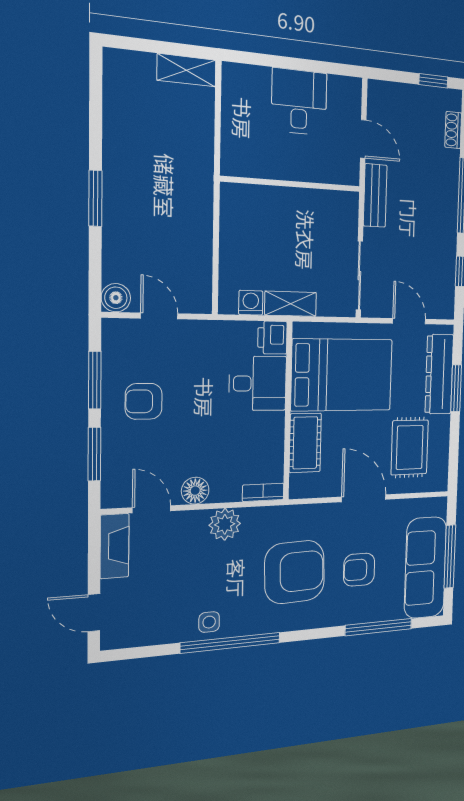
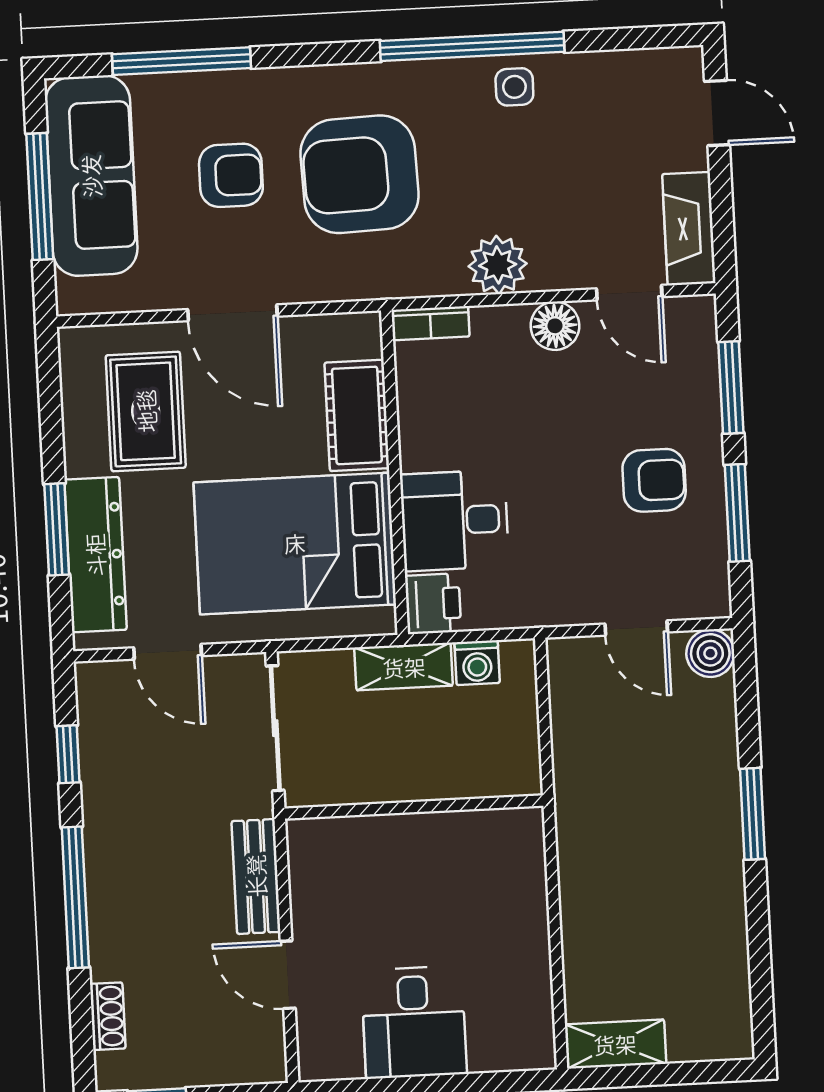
wall: (291, 184) -> (414, 807), moved

